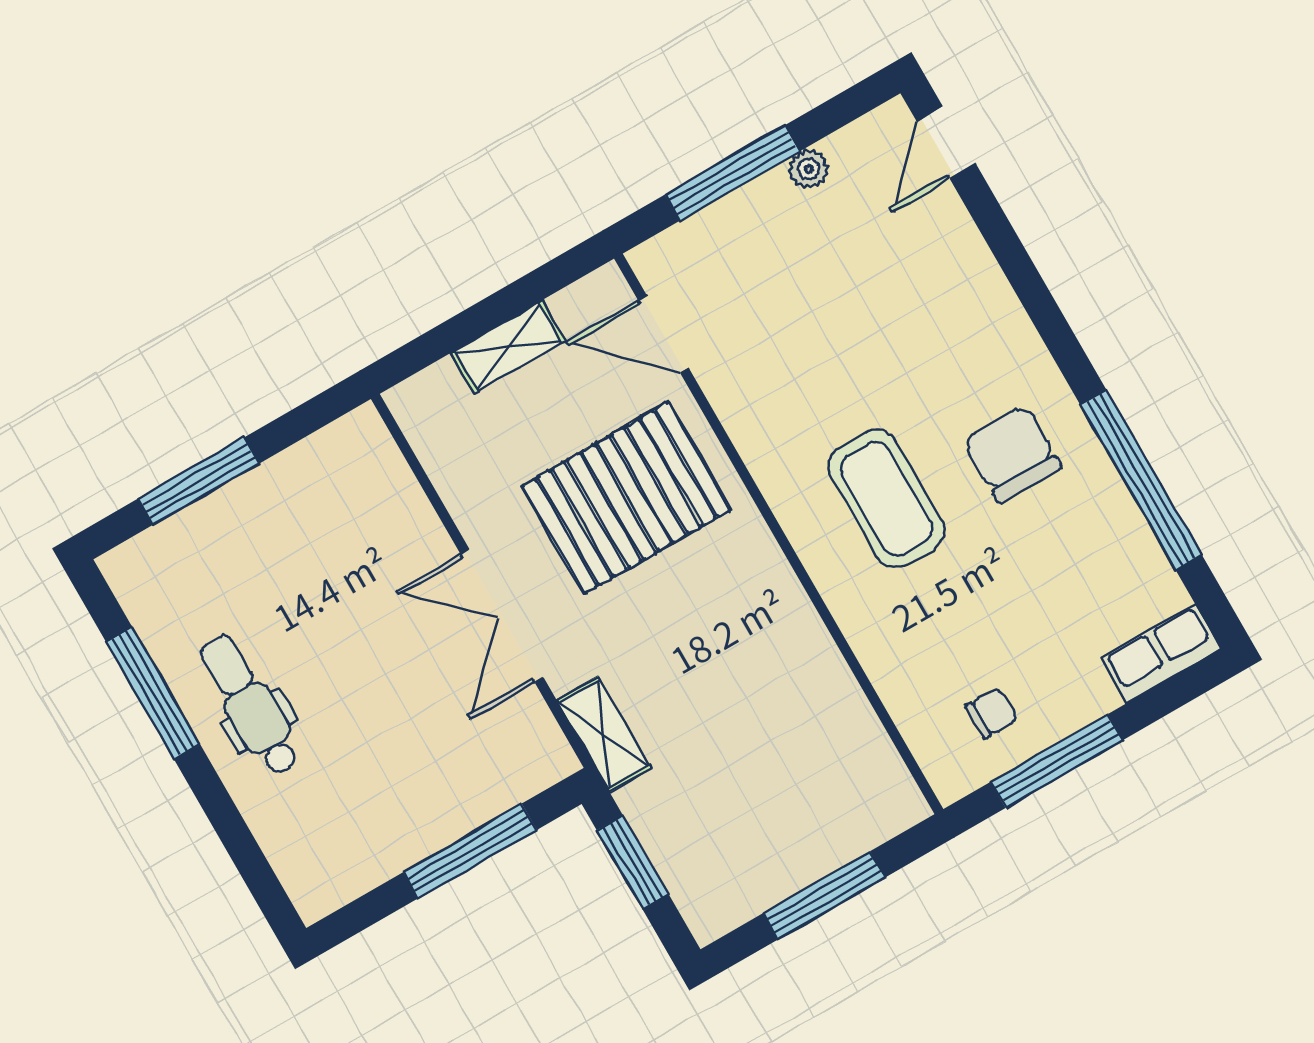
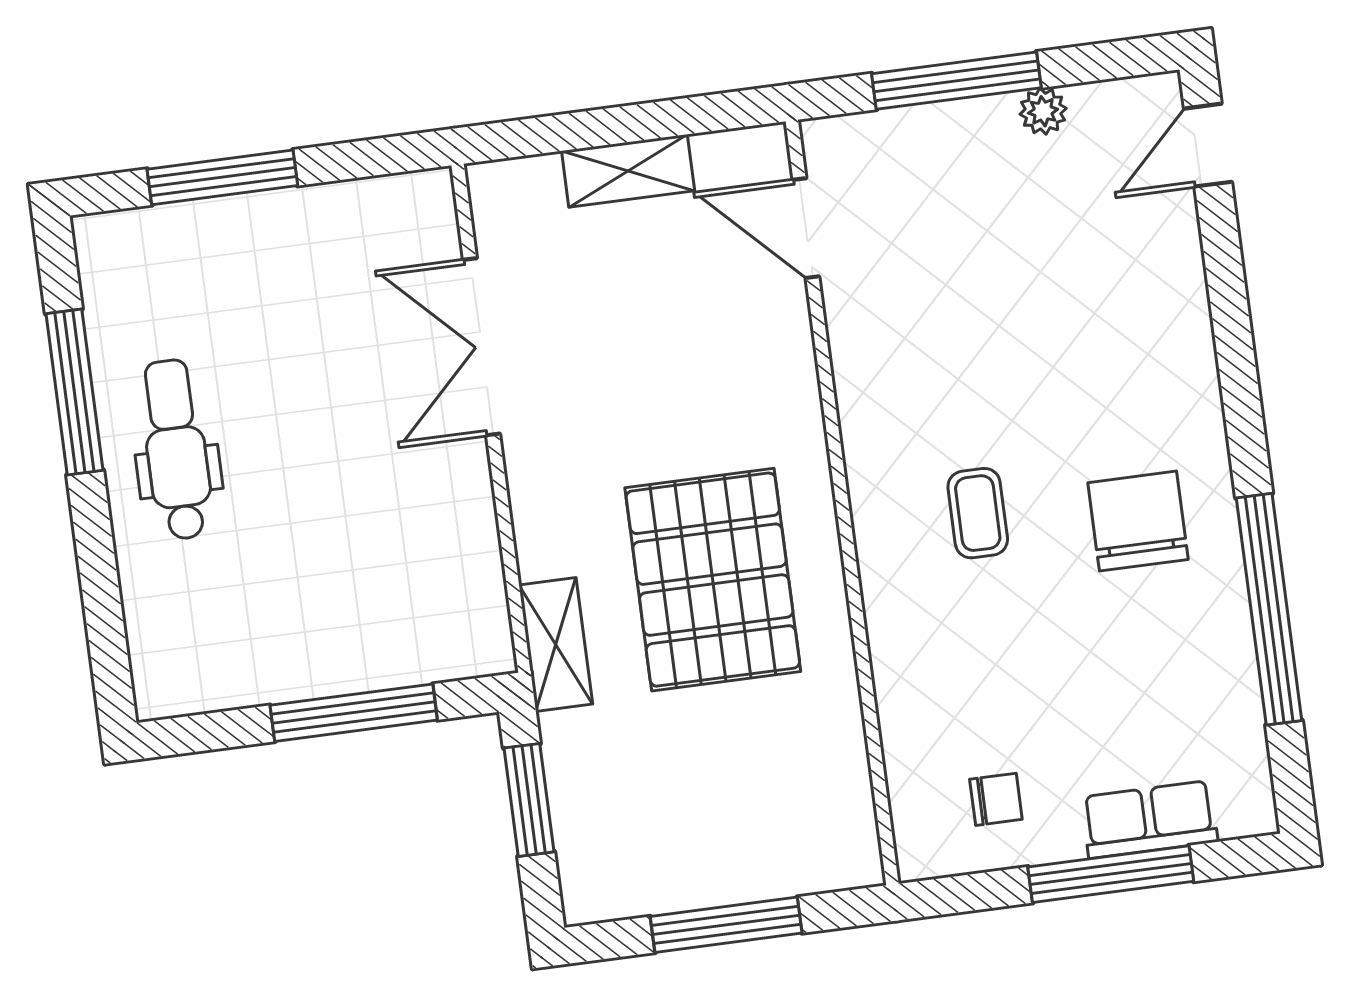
pallet: (626, 498) -> (713, 580), moved, turned 90
coffee table: (886, 499) -> (978, 513), width x0.54, depth x0.58
double door: (502, 616) -> (481, 347), moved
row of seats: (1161, 653) -> (1149, 819), moved
window: (1057, 761) -> (1111, 874), moved

